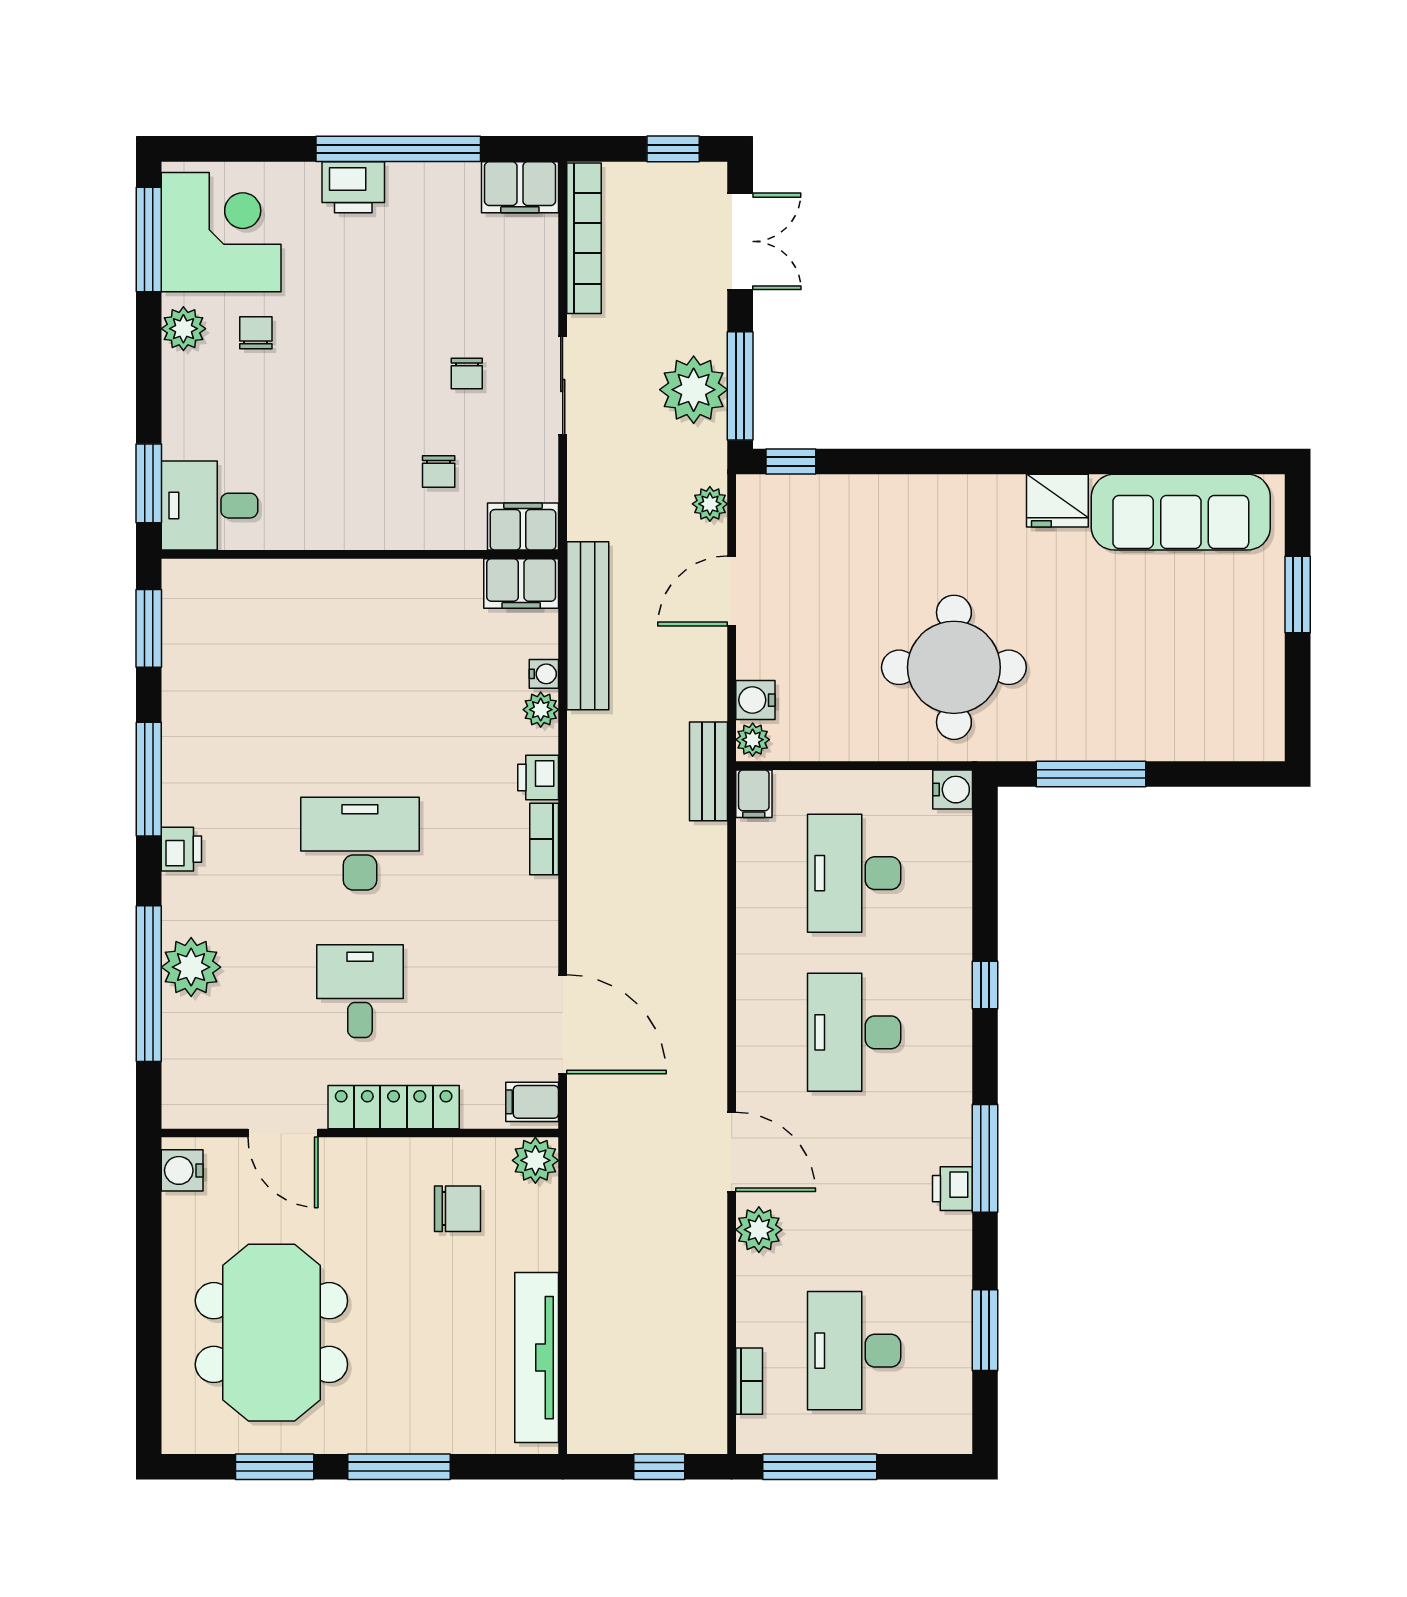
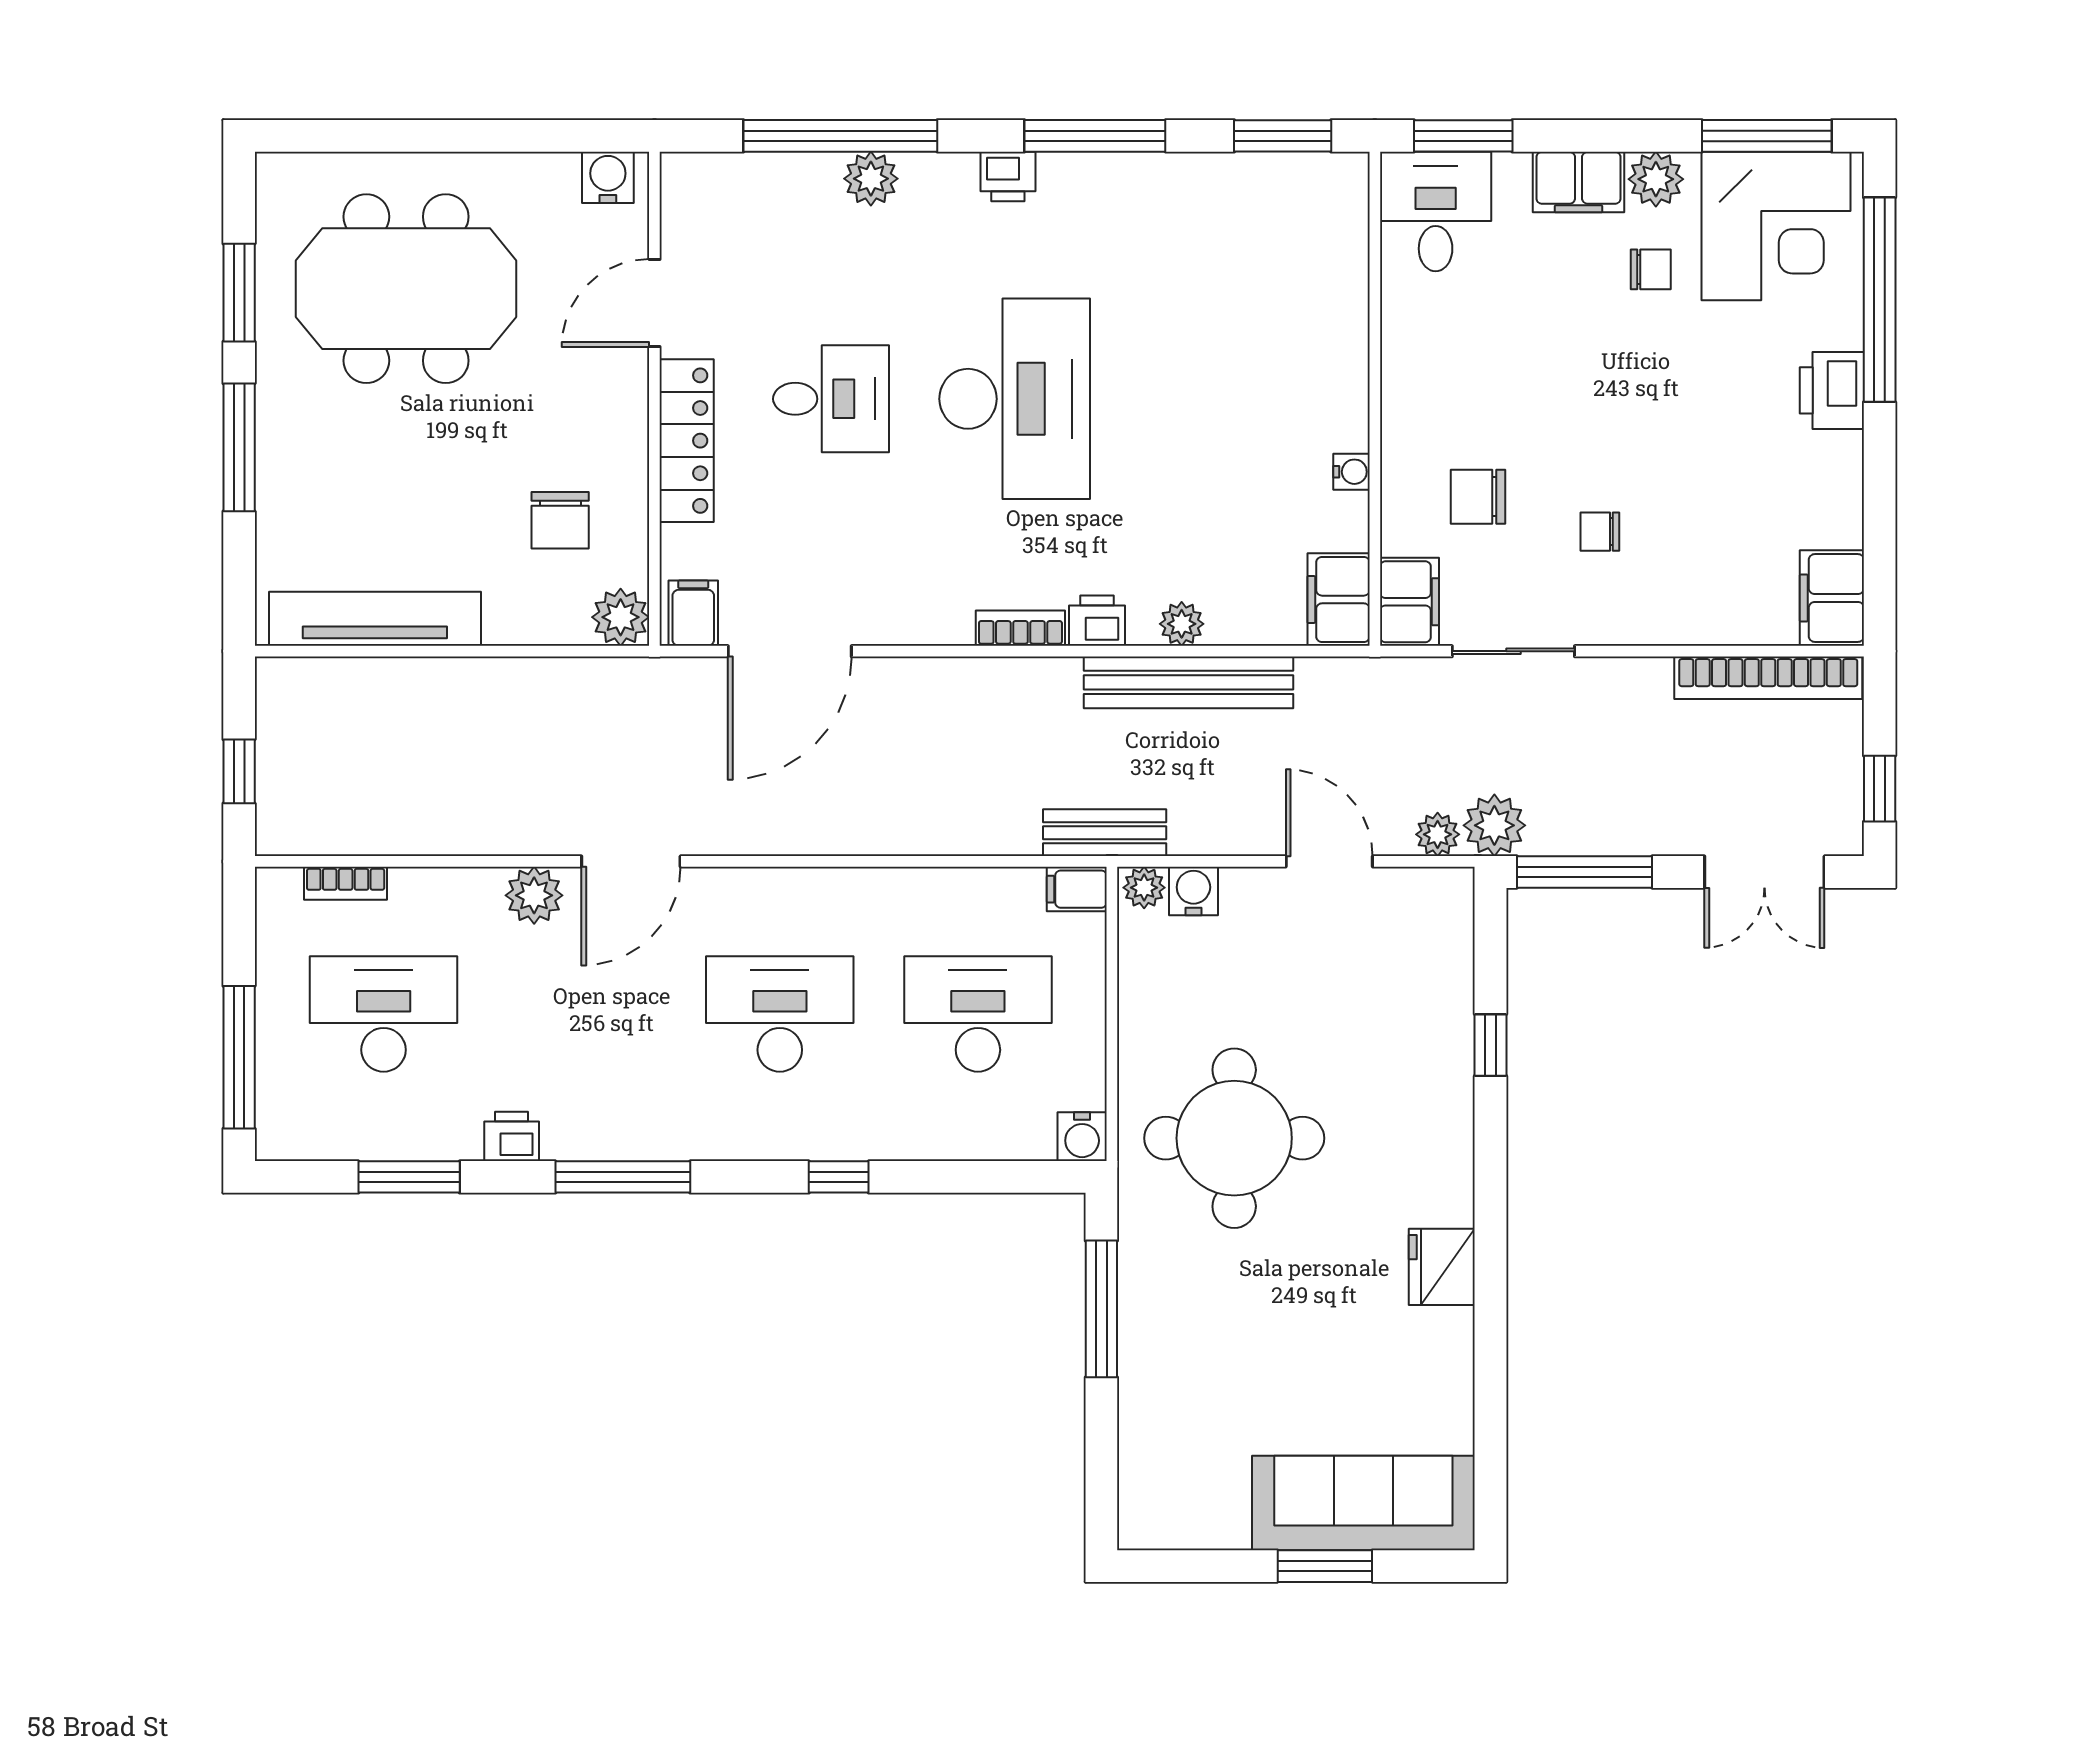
window: (398, 149) -> (1880, 300), moved
sliding door: (563, 385) -> (1513, 651), moved
plant: (694, 390) -> (1494, 825), moved, width x0.73, depth x0.73
filing cabinet: (186, 391) -> (1579, 182), added
window: (791, 461) -> (1490, 1045), moved
chair: (439, 472) -> (1478, 497), width x1.37, depth x1.37
sofa: (1181, 512) -> (1363, 1503), moved, turned 90
bench: (588, 626) -> (1189, 682), moved
water cooler: (544, 674) -> (1351, 472), moved, turned -90
desk: (360, 844) -> (1015, 399), width x1.36, depth x1.30
plant: (191, 967) -> (871, 179), width x0.73, depth x0.73
printer: (952, 1189) -> (512, 1136), moved
window: (820, 1467) -> (239, 1057), moved

